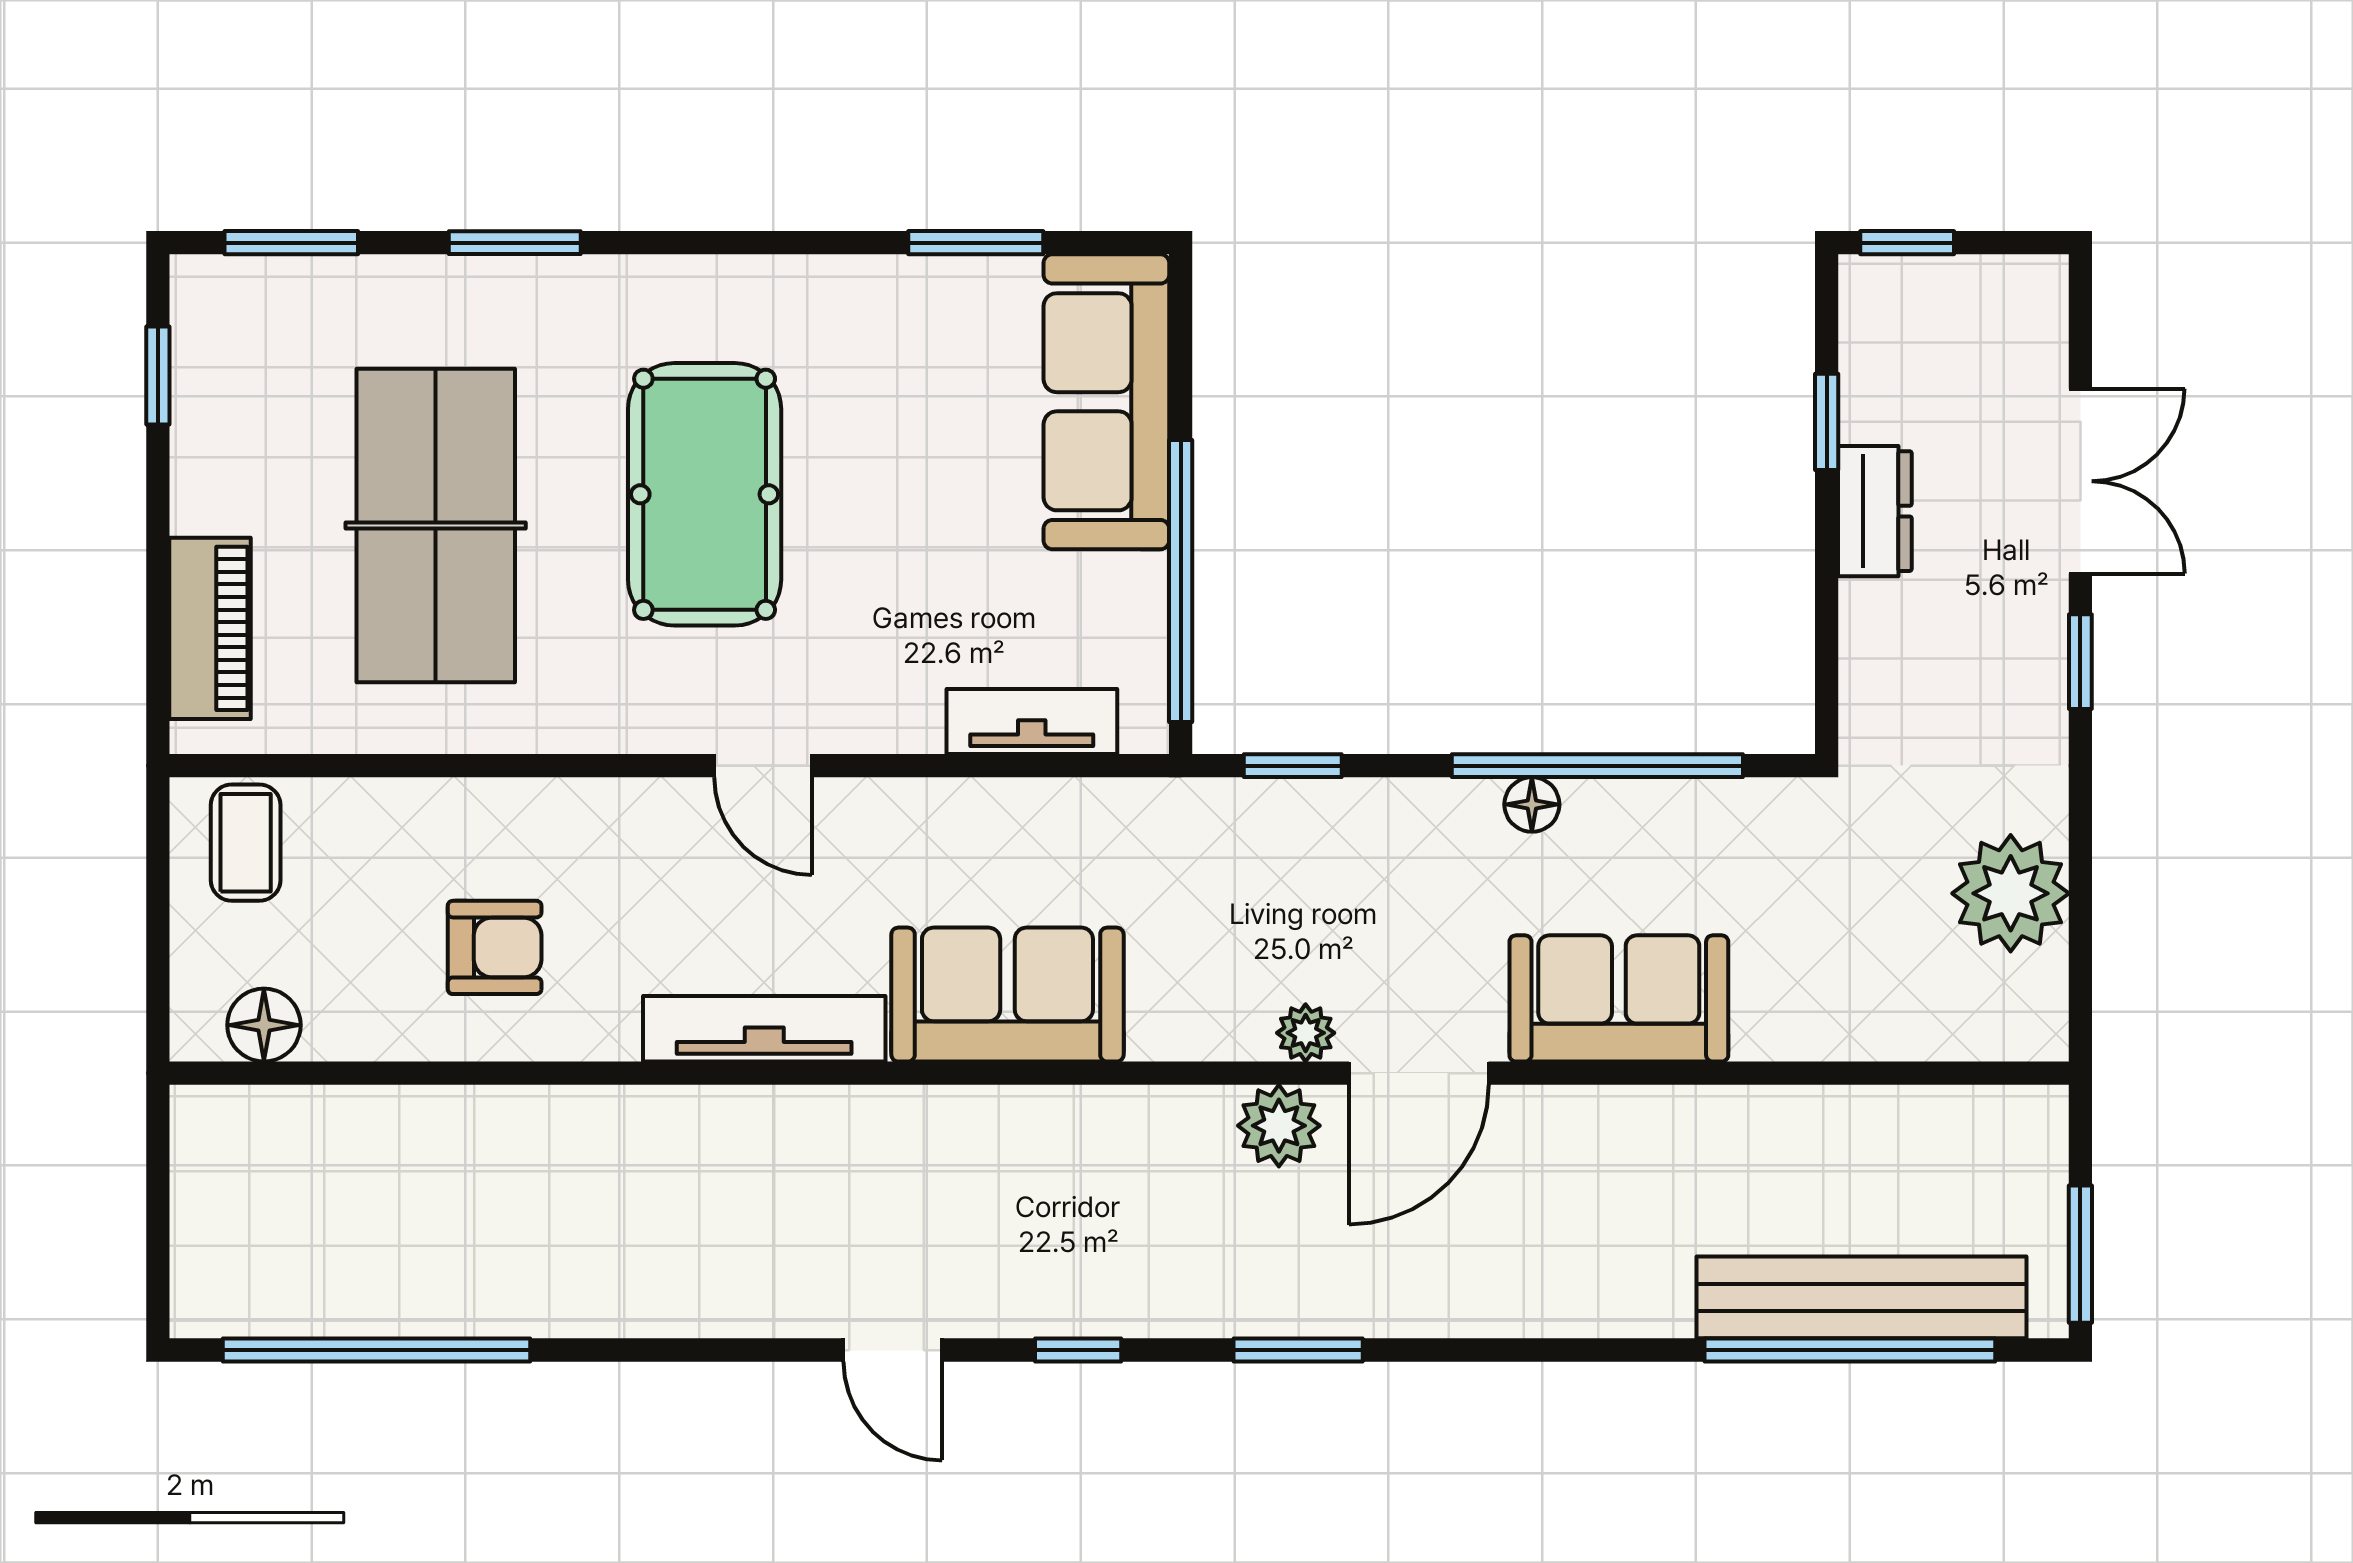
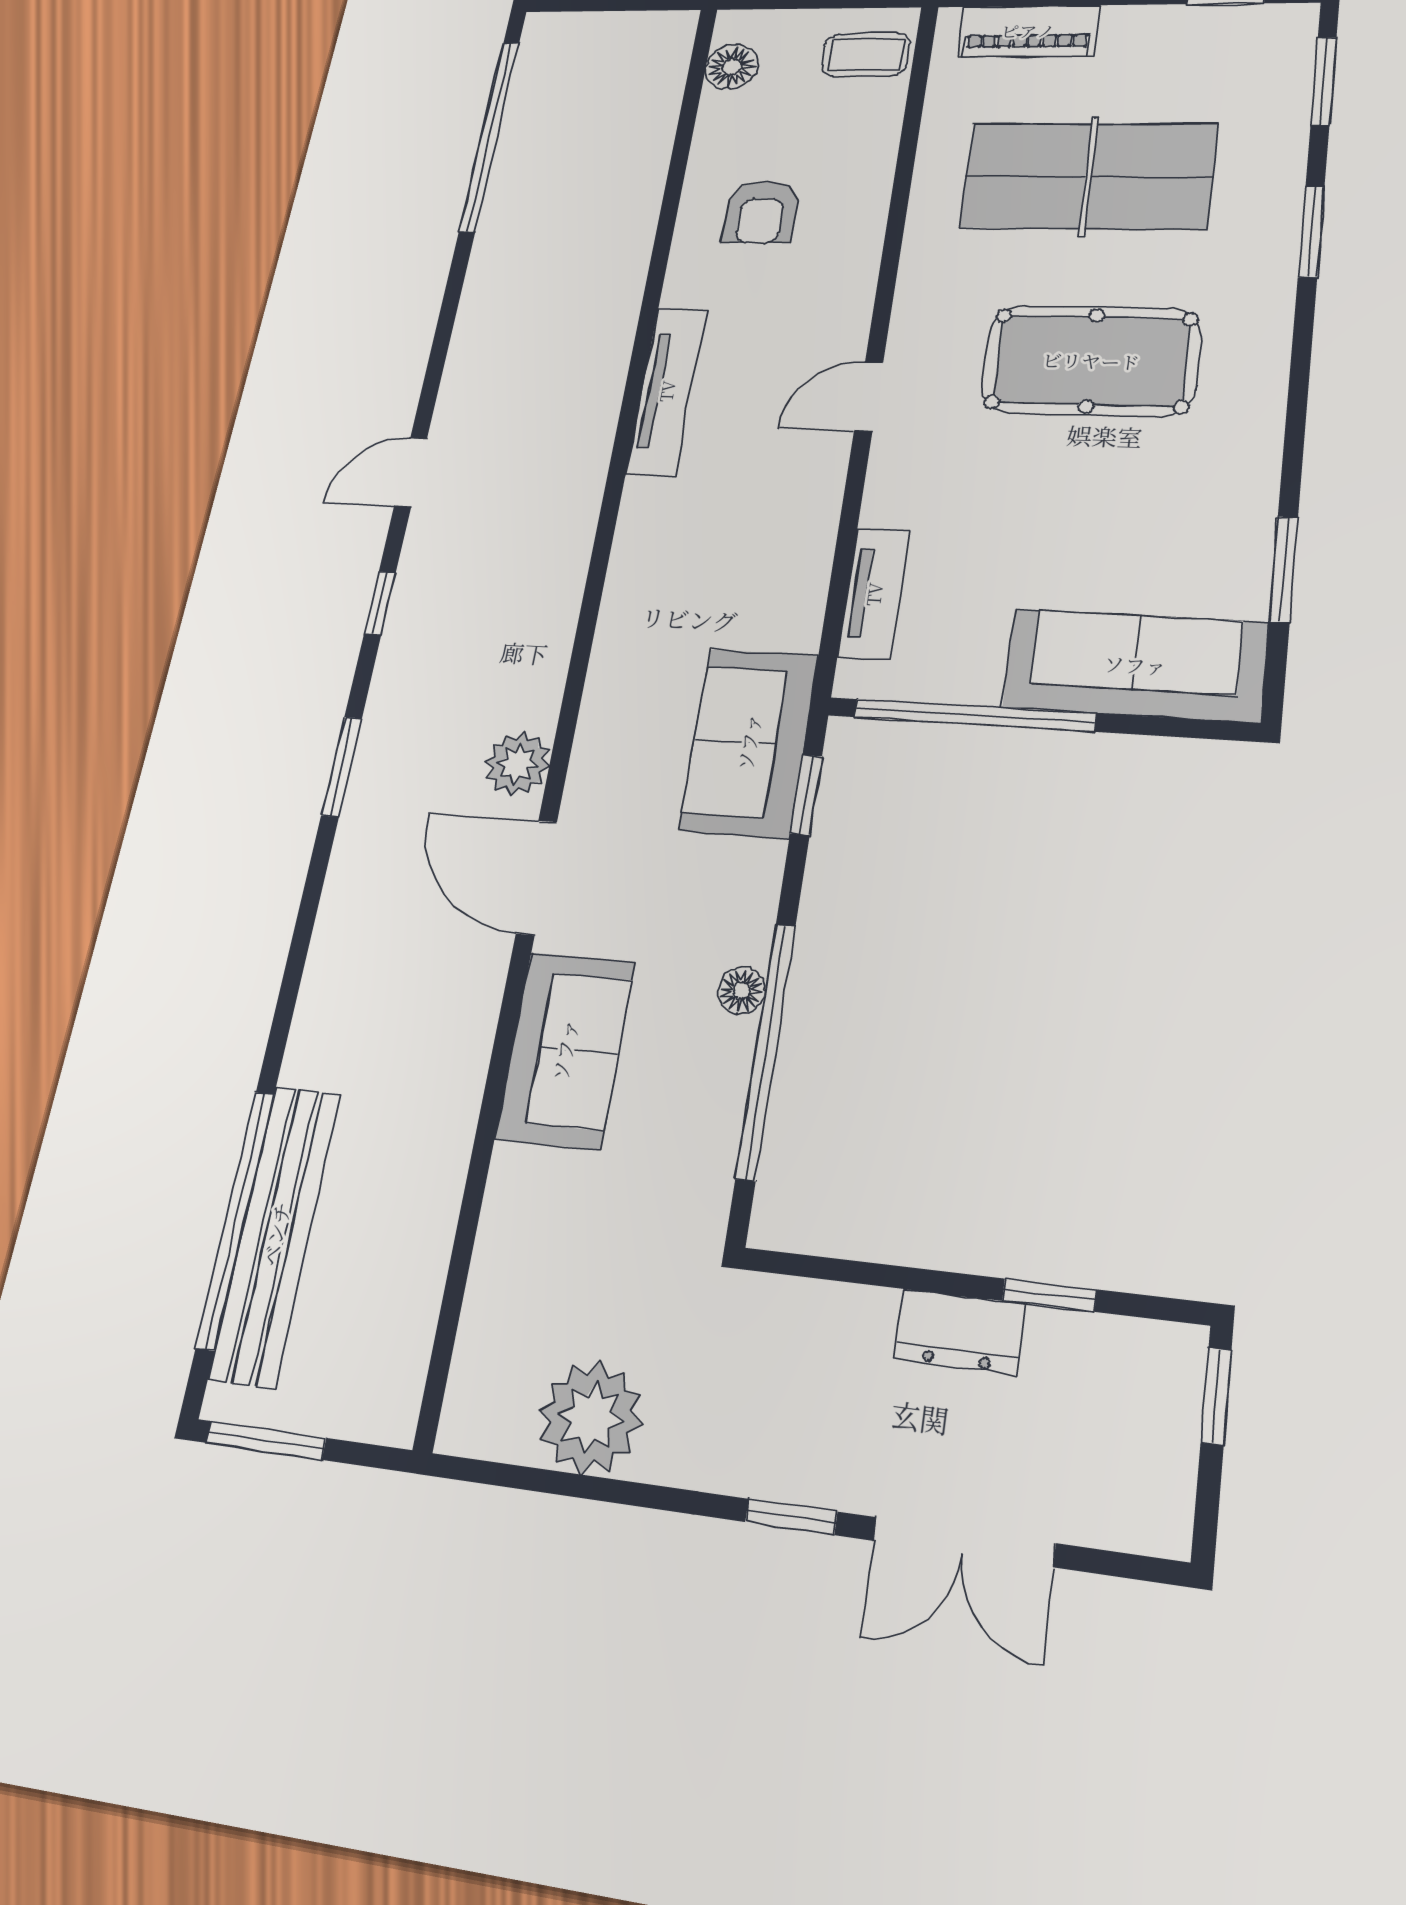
sofa: (1007, 995) -> (749, 742), moved, turned 180
plant: (1306, 1033) -> (586, 790), removed

